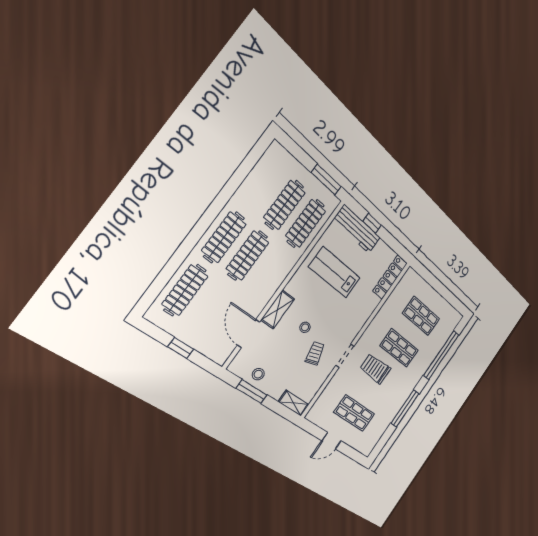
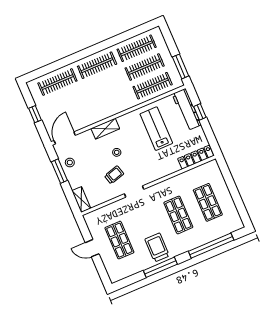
clothes rail: (248, 256) -> (137, 48), moved
door: (249, 334) -> (65, 138), moved
trolley: (375, 369) -> (157, 247), moved

